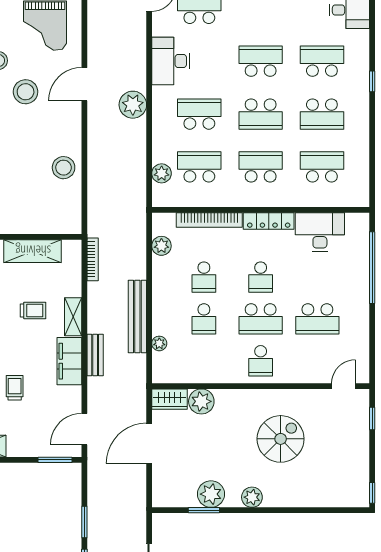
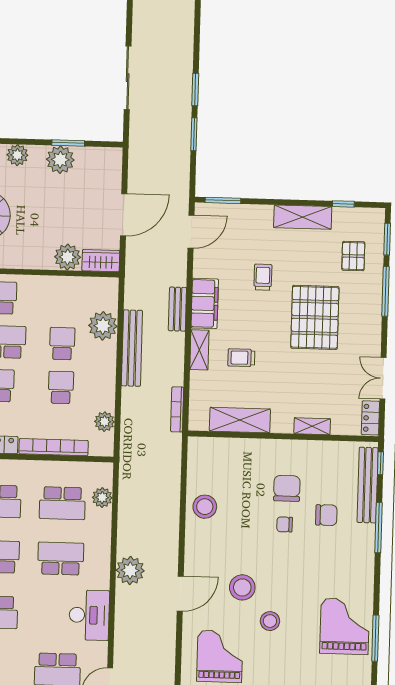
school desk: (199, 114) -> (61, 559), turned 180
plant: (159, 343) -> (103, 326), width x1.87, depth x1.87
trolley: (15, 388) -> (263, 277), turned 180

